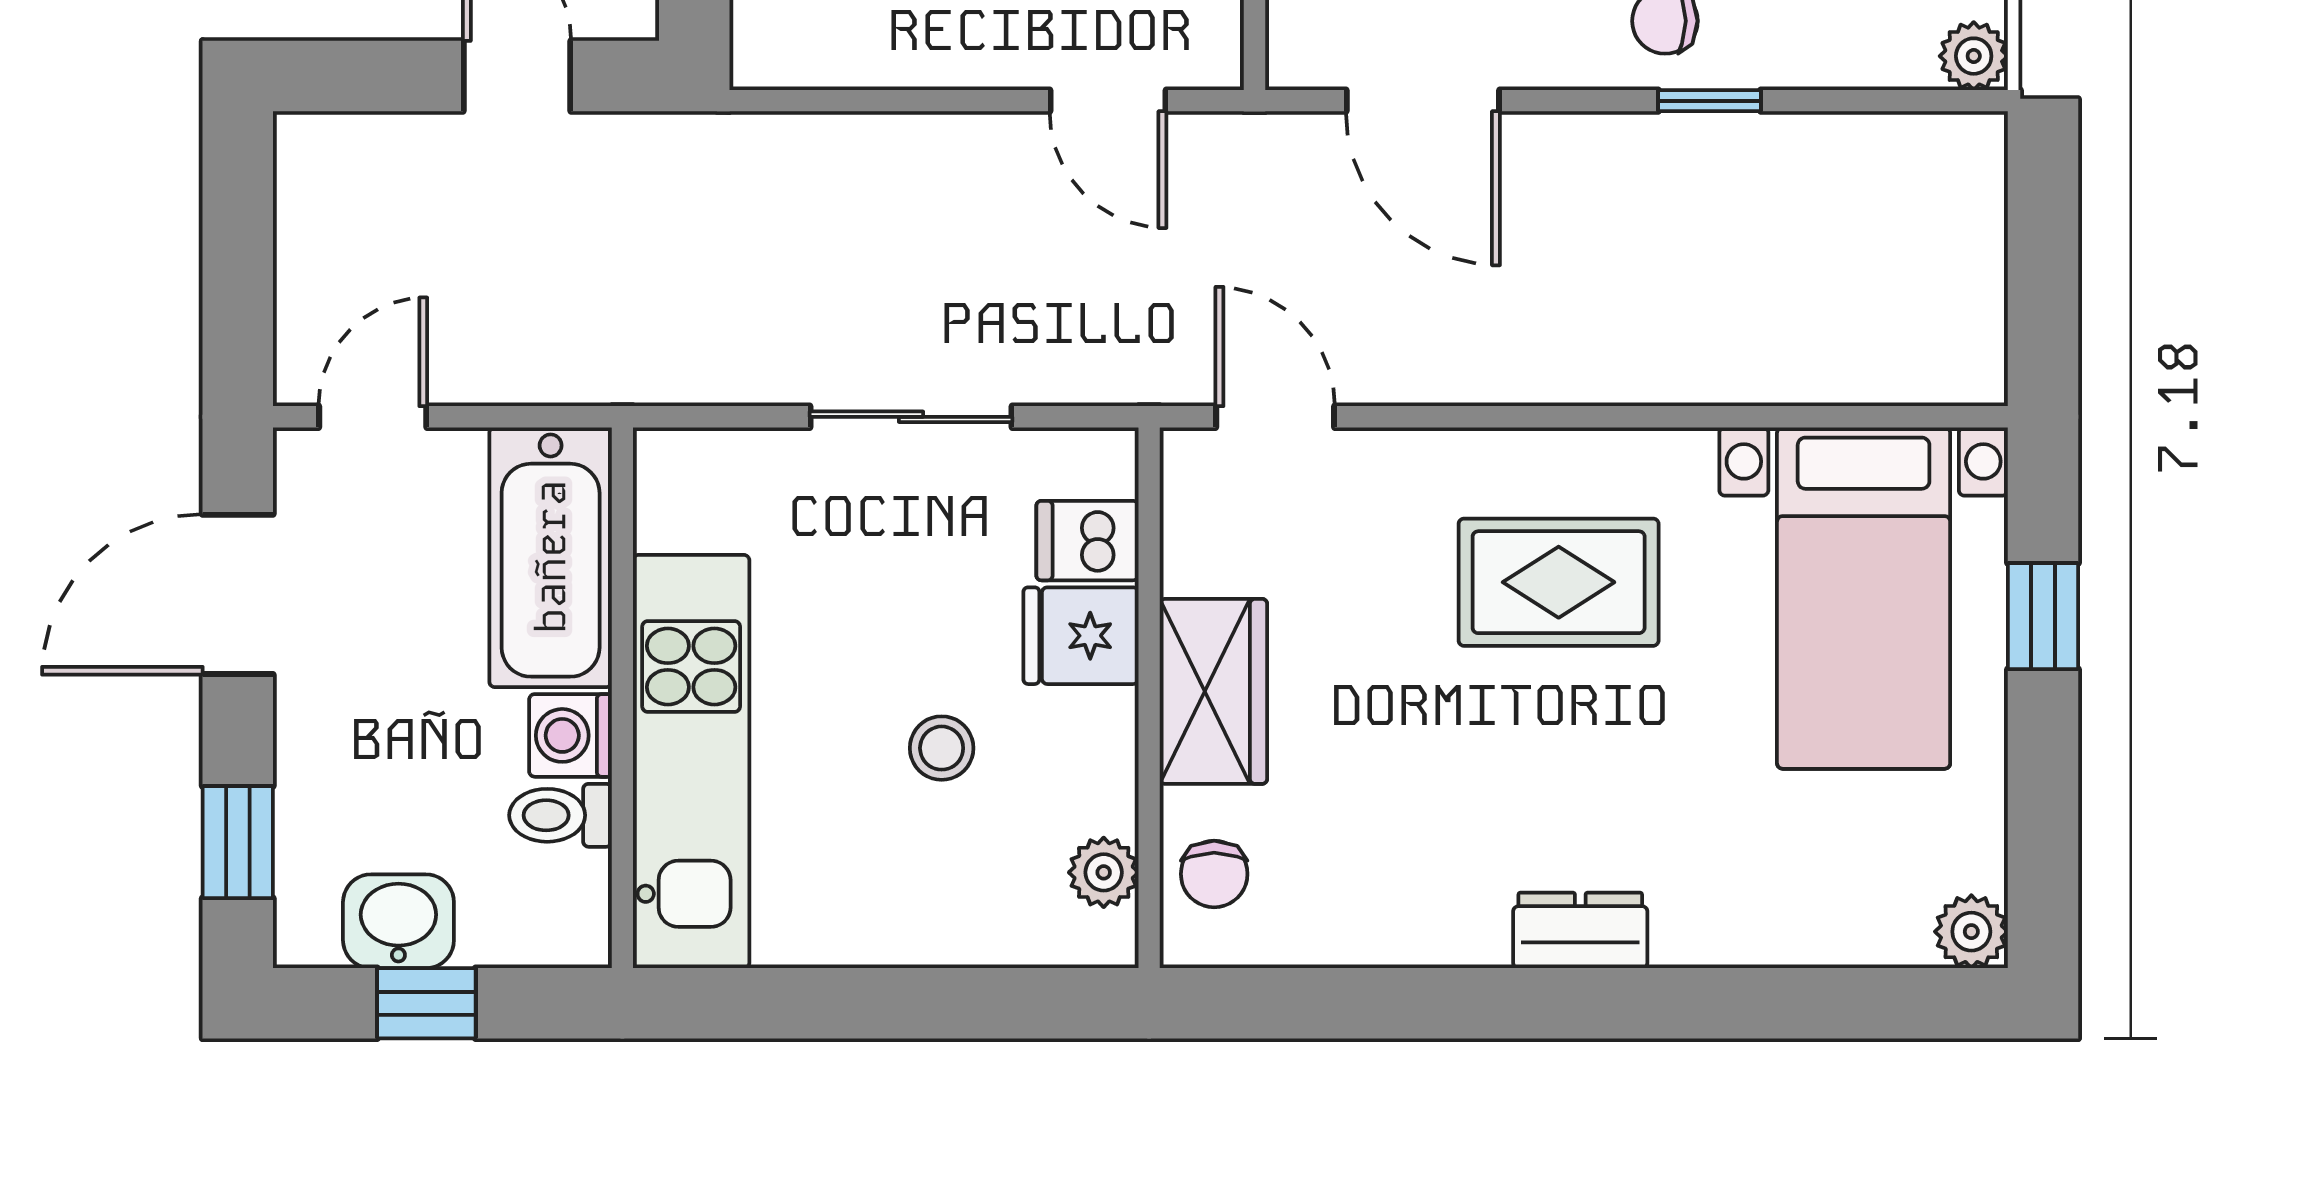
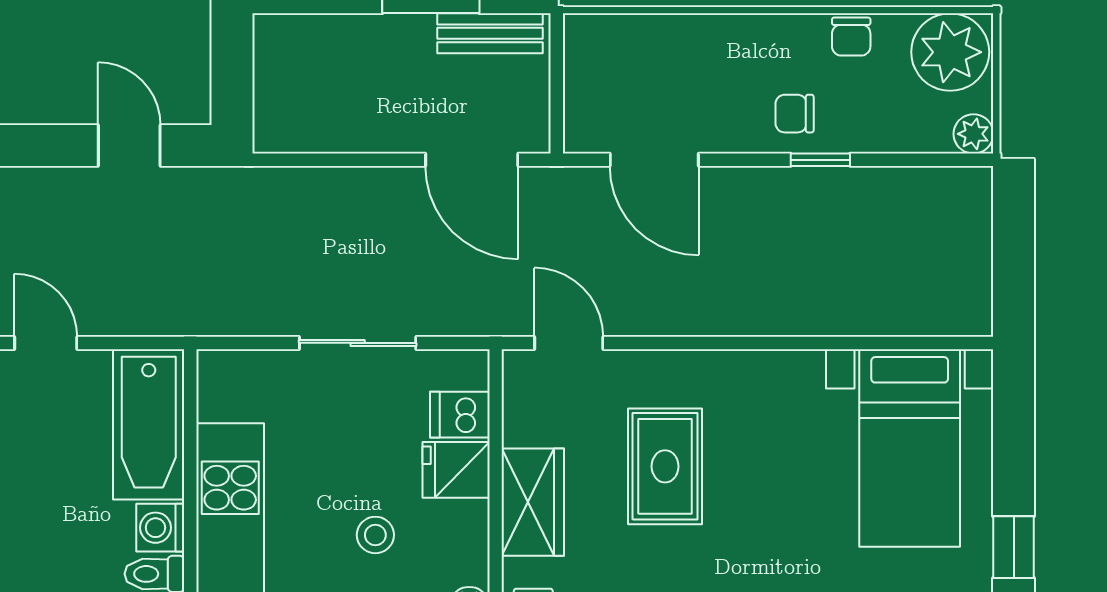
door: (1108, 101) -> (472, 160), width x1.38
door: (373, 417) -> (46, 343), hinge flipped
rug: (1559, 582) -> (665, 466), moved, turned 90
window: (2043, 616) -> (1014, 547), moved

